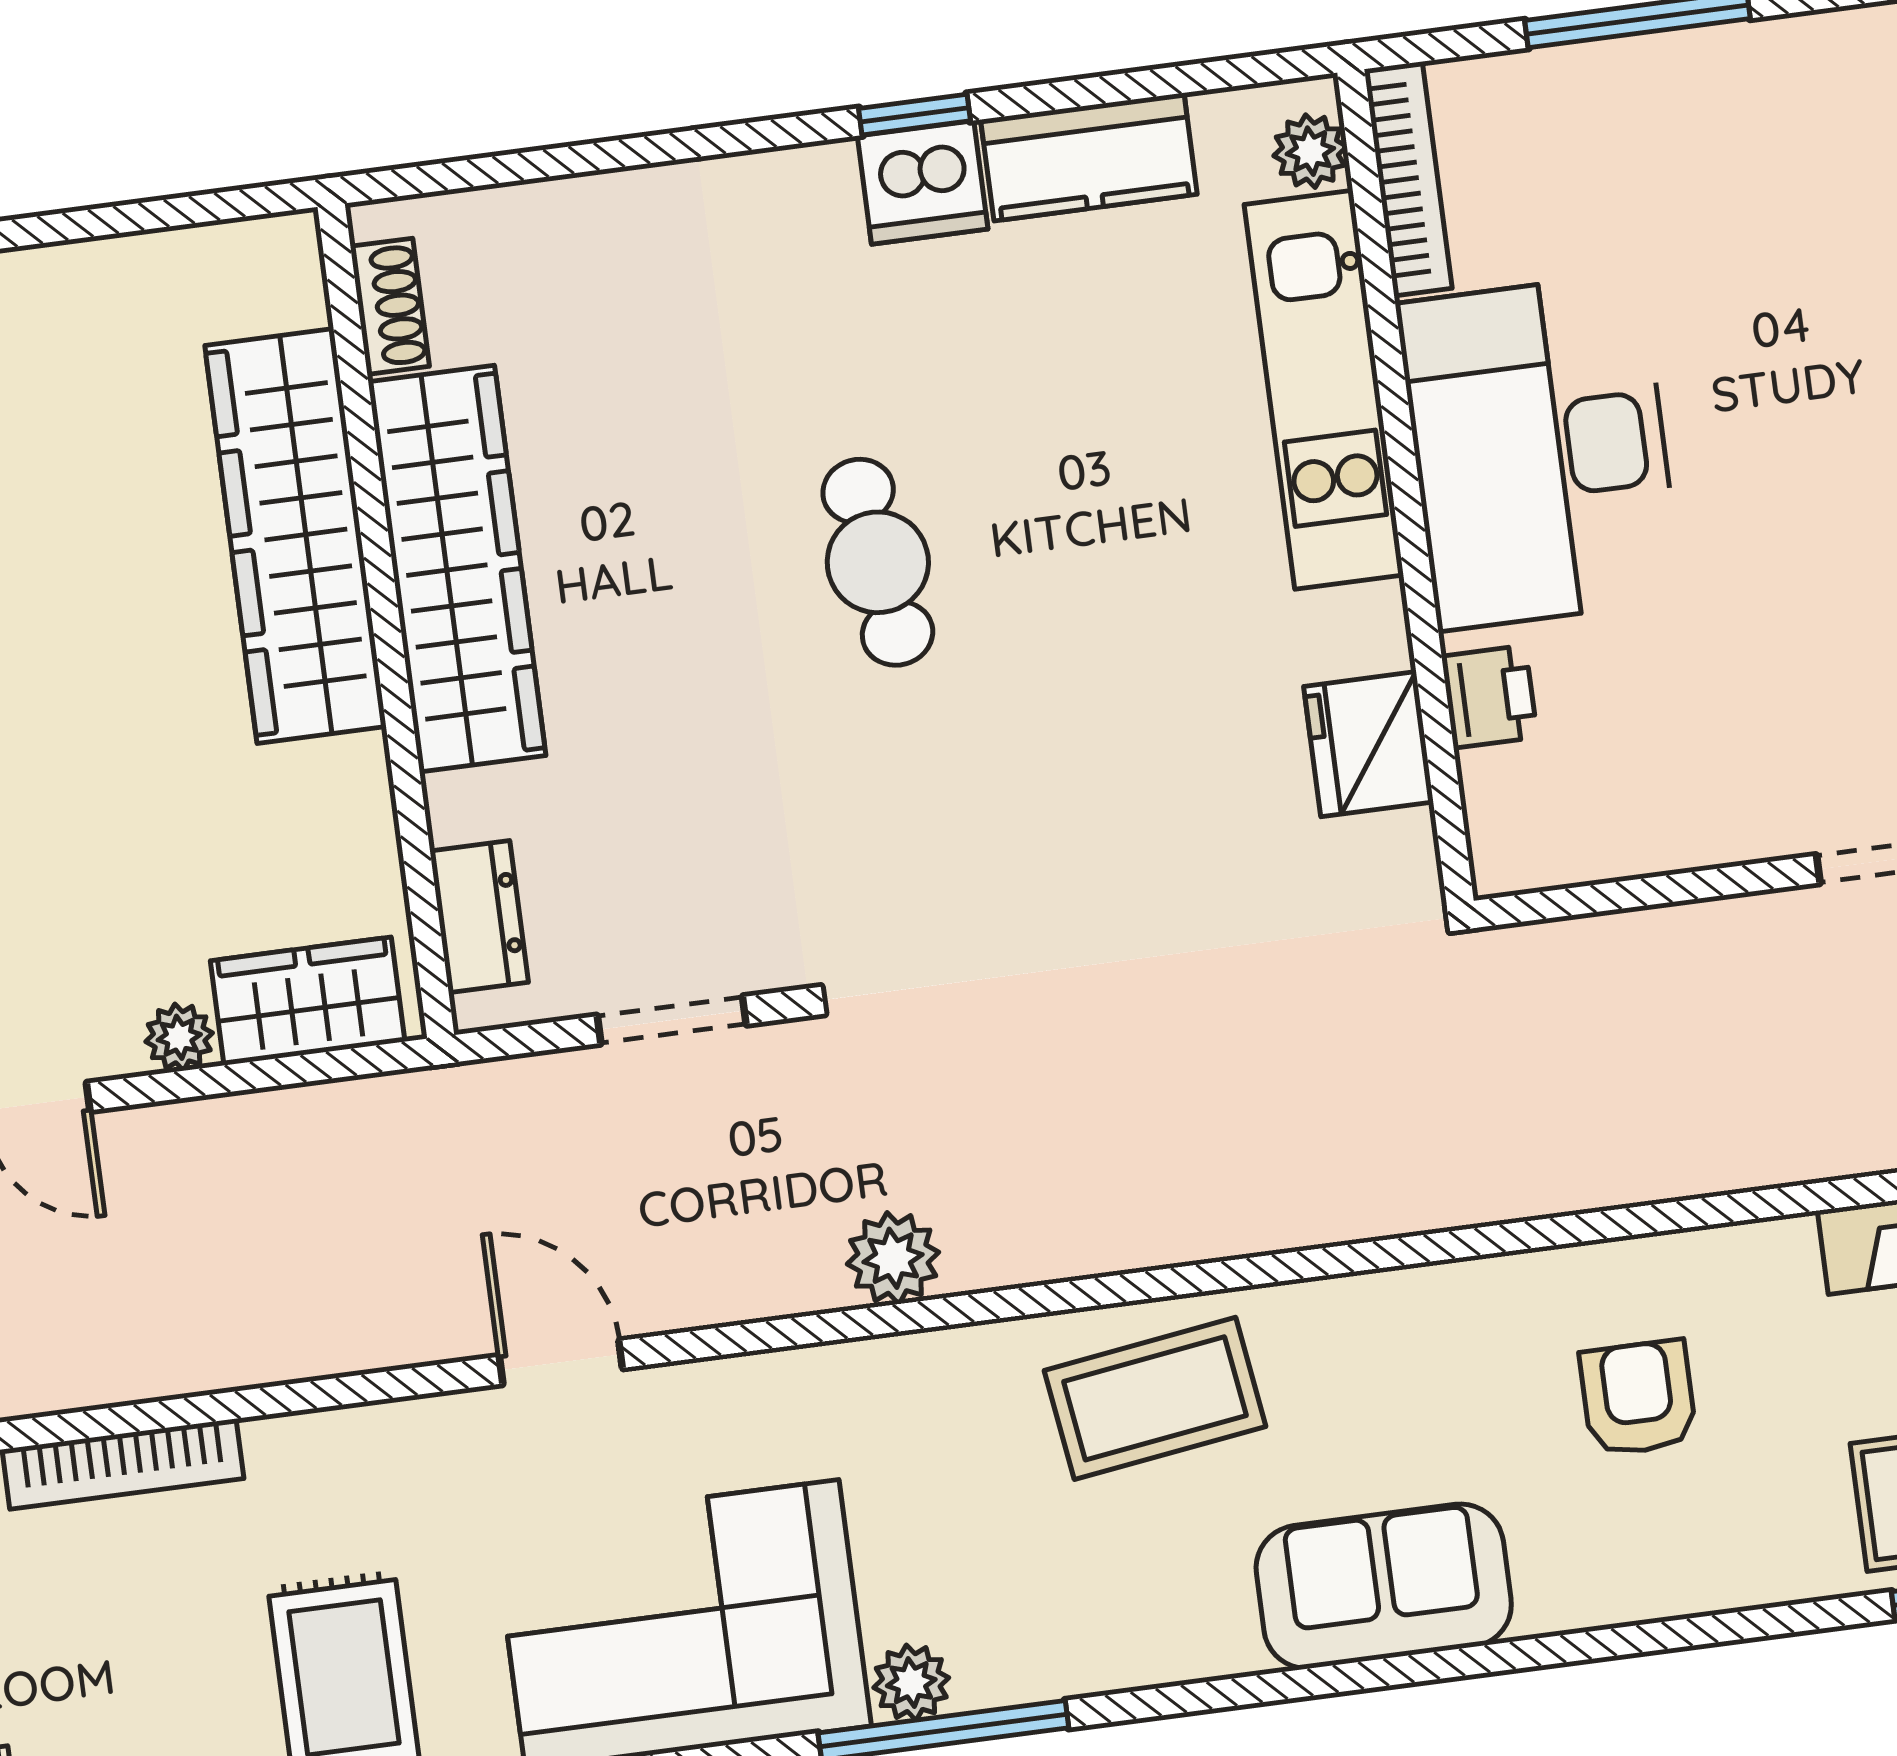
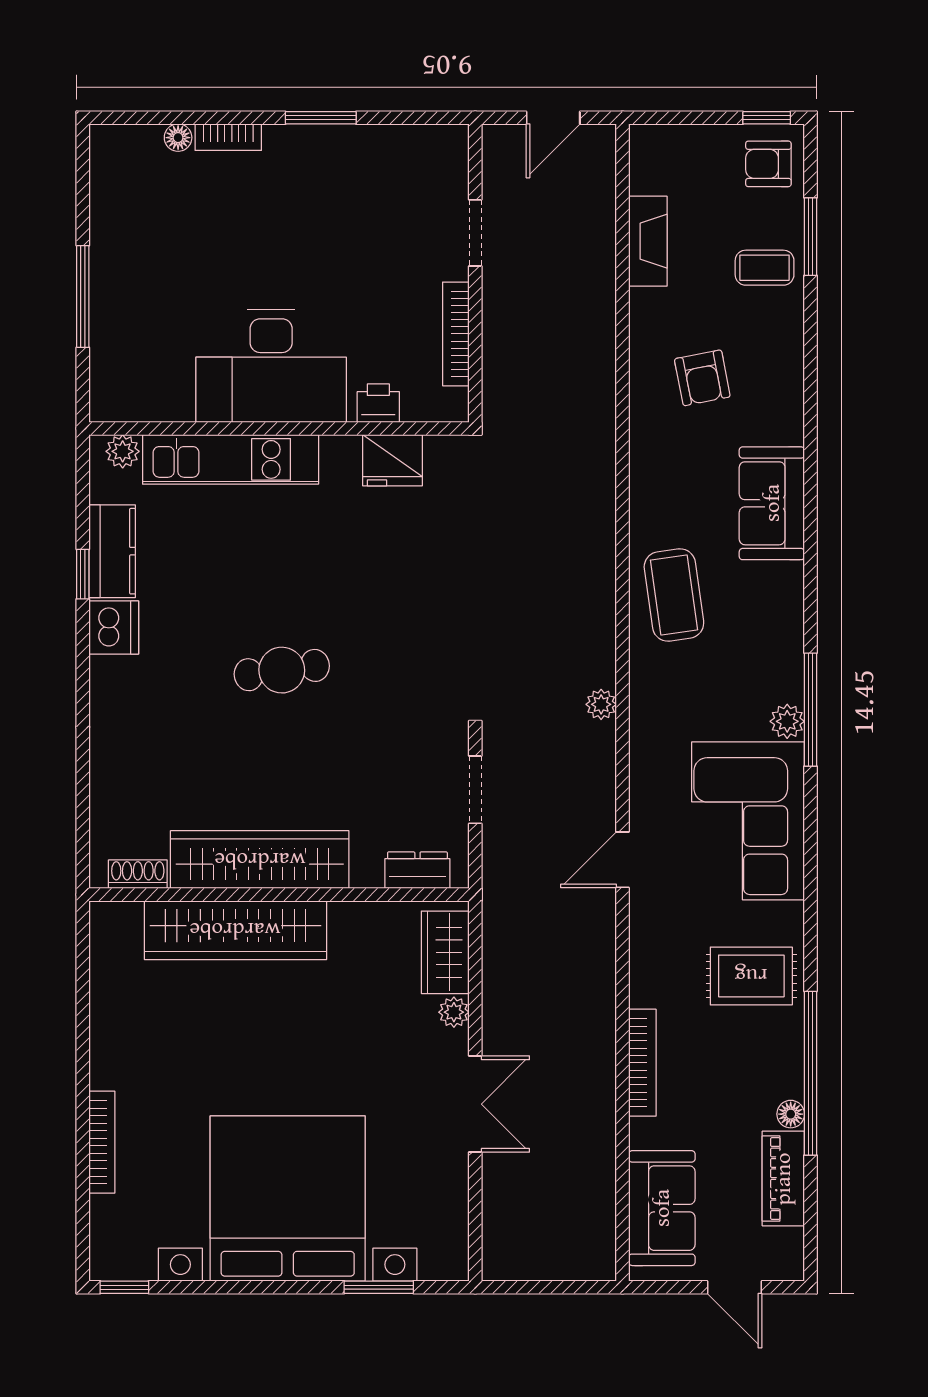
window: (915, 115) -> (83, 574), moved
bookcase: (1408, 179) -> (456, 334), moved, turned -90
plant: (893, 1258) -> (601, 704), width x0.73, depth x0.73
armchair: (1638, 1398) -> (702, 378), turned -101

